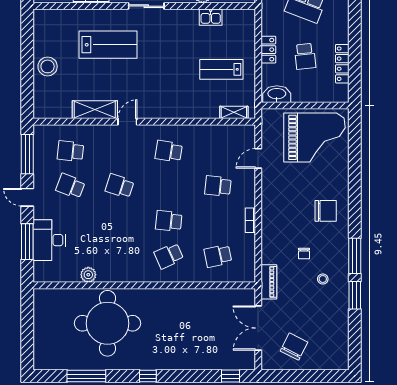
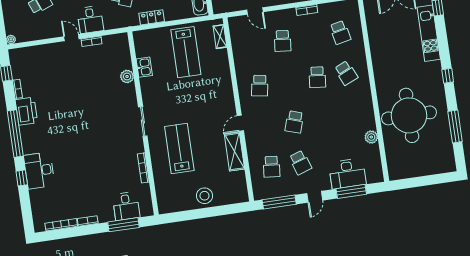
locker: (268, 50) -> (152, 17), moved
lab bench: (221, 69) -> (186, 52), width x1.36, depth x1.39
door: (127, 122) -> (240, 123), hinge flipped
school desk: (70, 186) -> (300, 162), turned -39
kitchen unit: (202, 361) -> (429, 33), added

